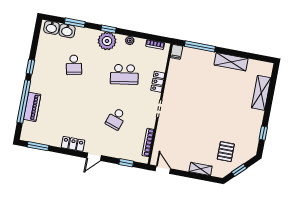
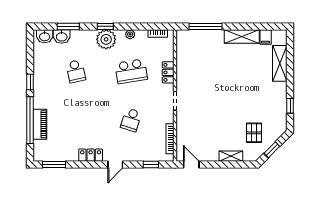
filing cabinet: (176, 52) -> (266, 37), moved

